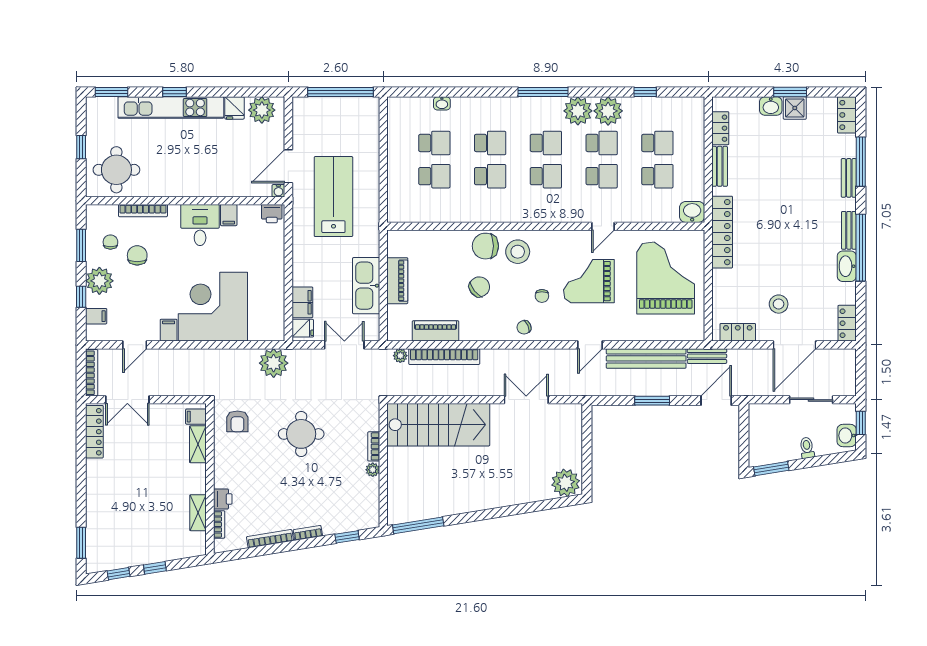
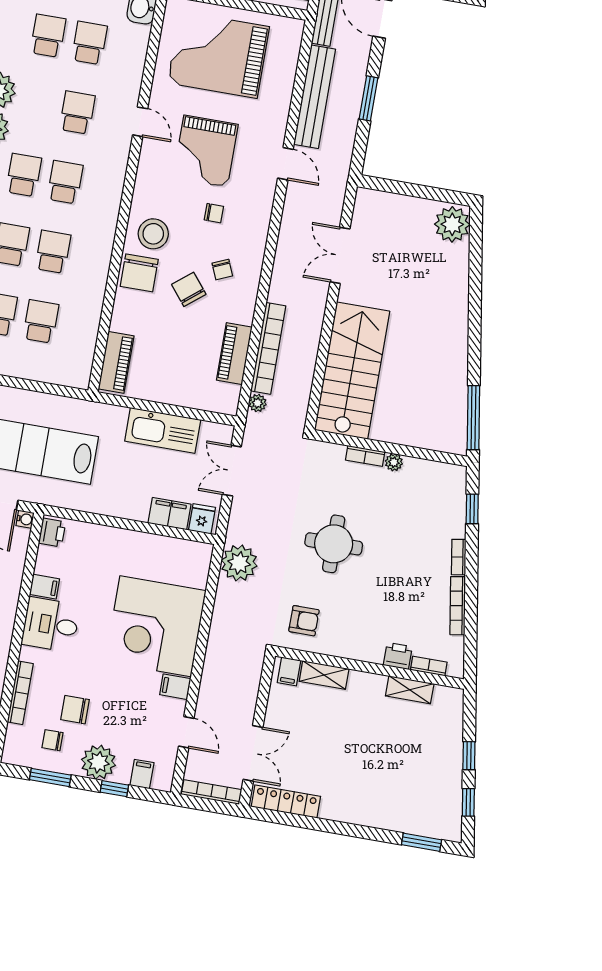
school desk: (602, 143) -> (36, 105), removed
piano: (397, 281) -> (116, 362), moved, turned 90
chair: (524, 327) -> (222, 270), moved

